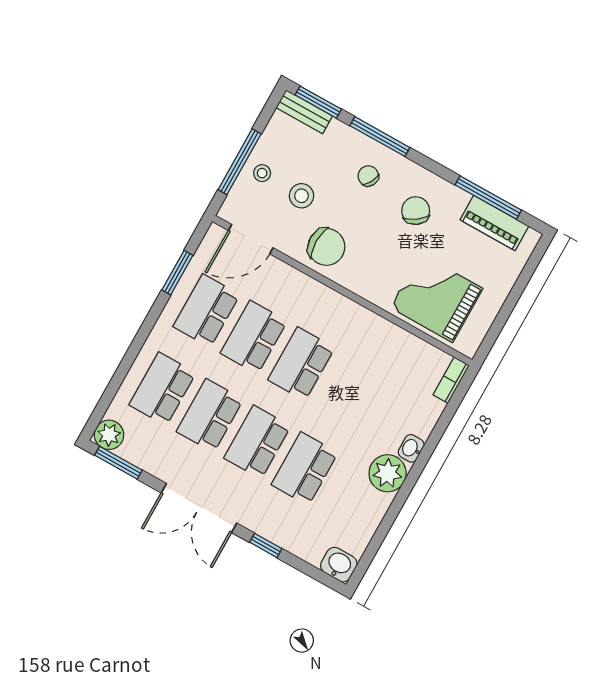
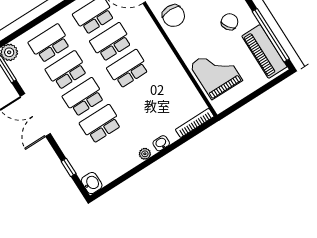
window: (488, 197) -> (271, 35), width x1.46
piano: (494, 223) -> (264, 51), width x1.37, depth x1.33
bookcase: (451, 380) -> (195, 123), width x1.56
plant: (388, 473) -> (145, 154), width x0.53, depth x0.53
window: (266, 545) -> (69, 168), moved

